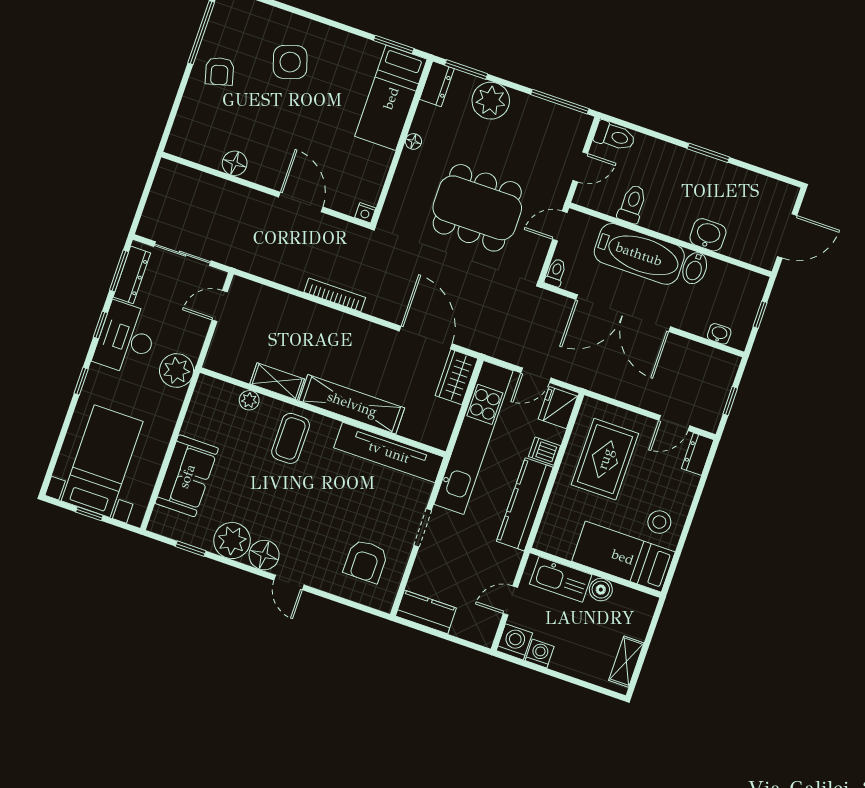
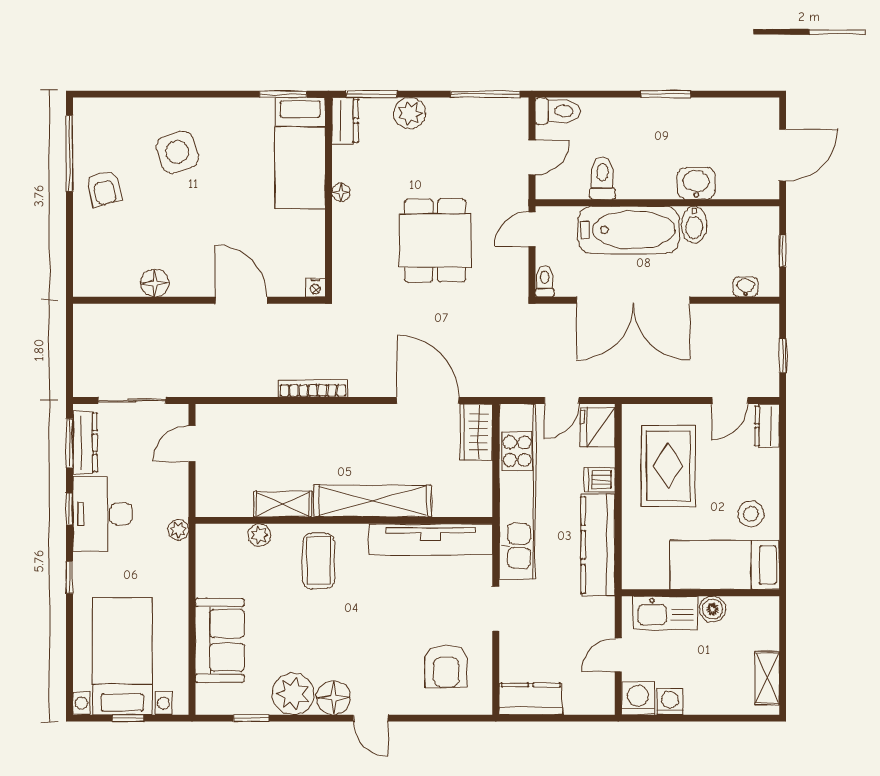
plant: (491, 101) -> (410, 113), width x0.73, depth x0.73
dining table: (477, 208) -> (435, 240), width x0.73
plant: (177, 371) -> (178, 530), width x0.53, depth x0.53

